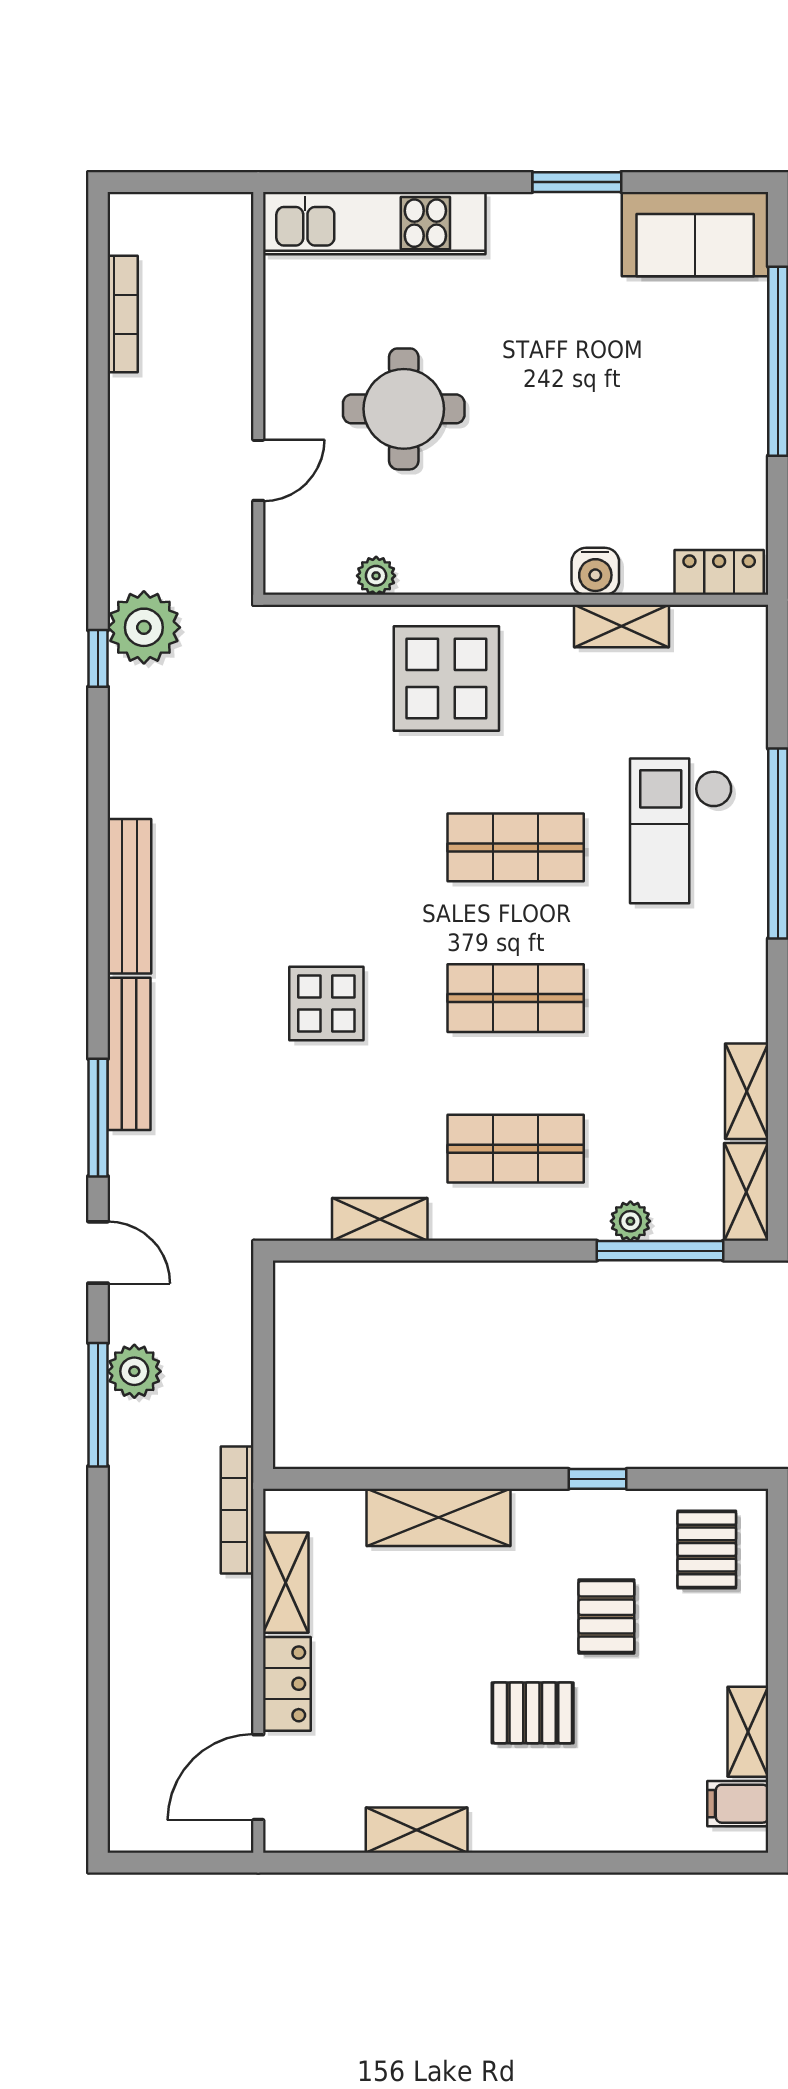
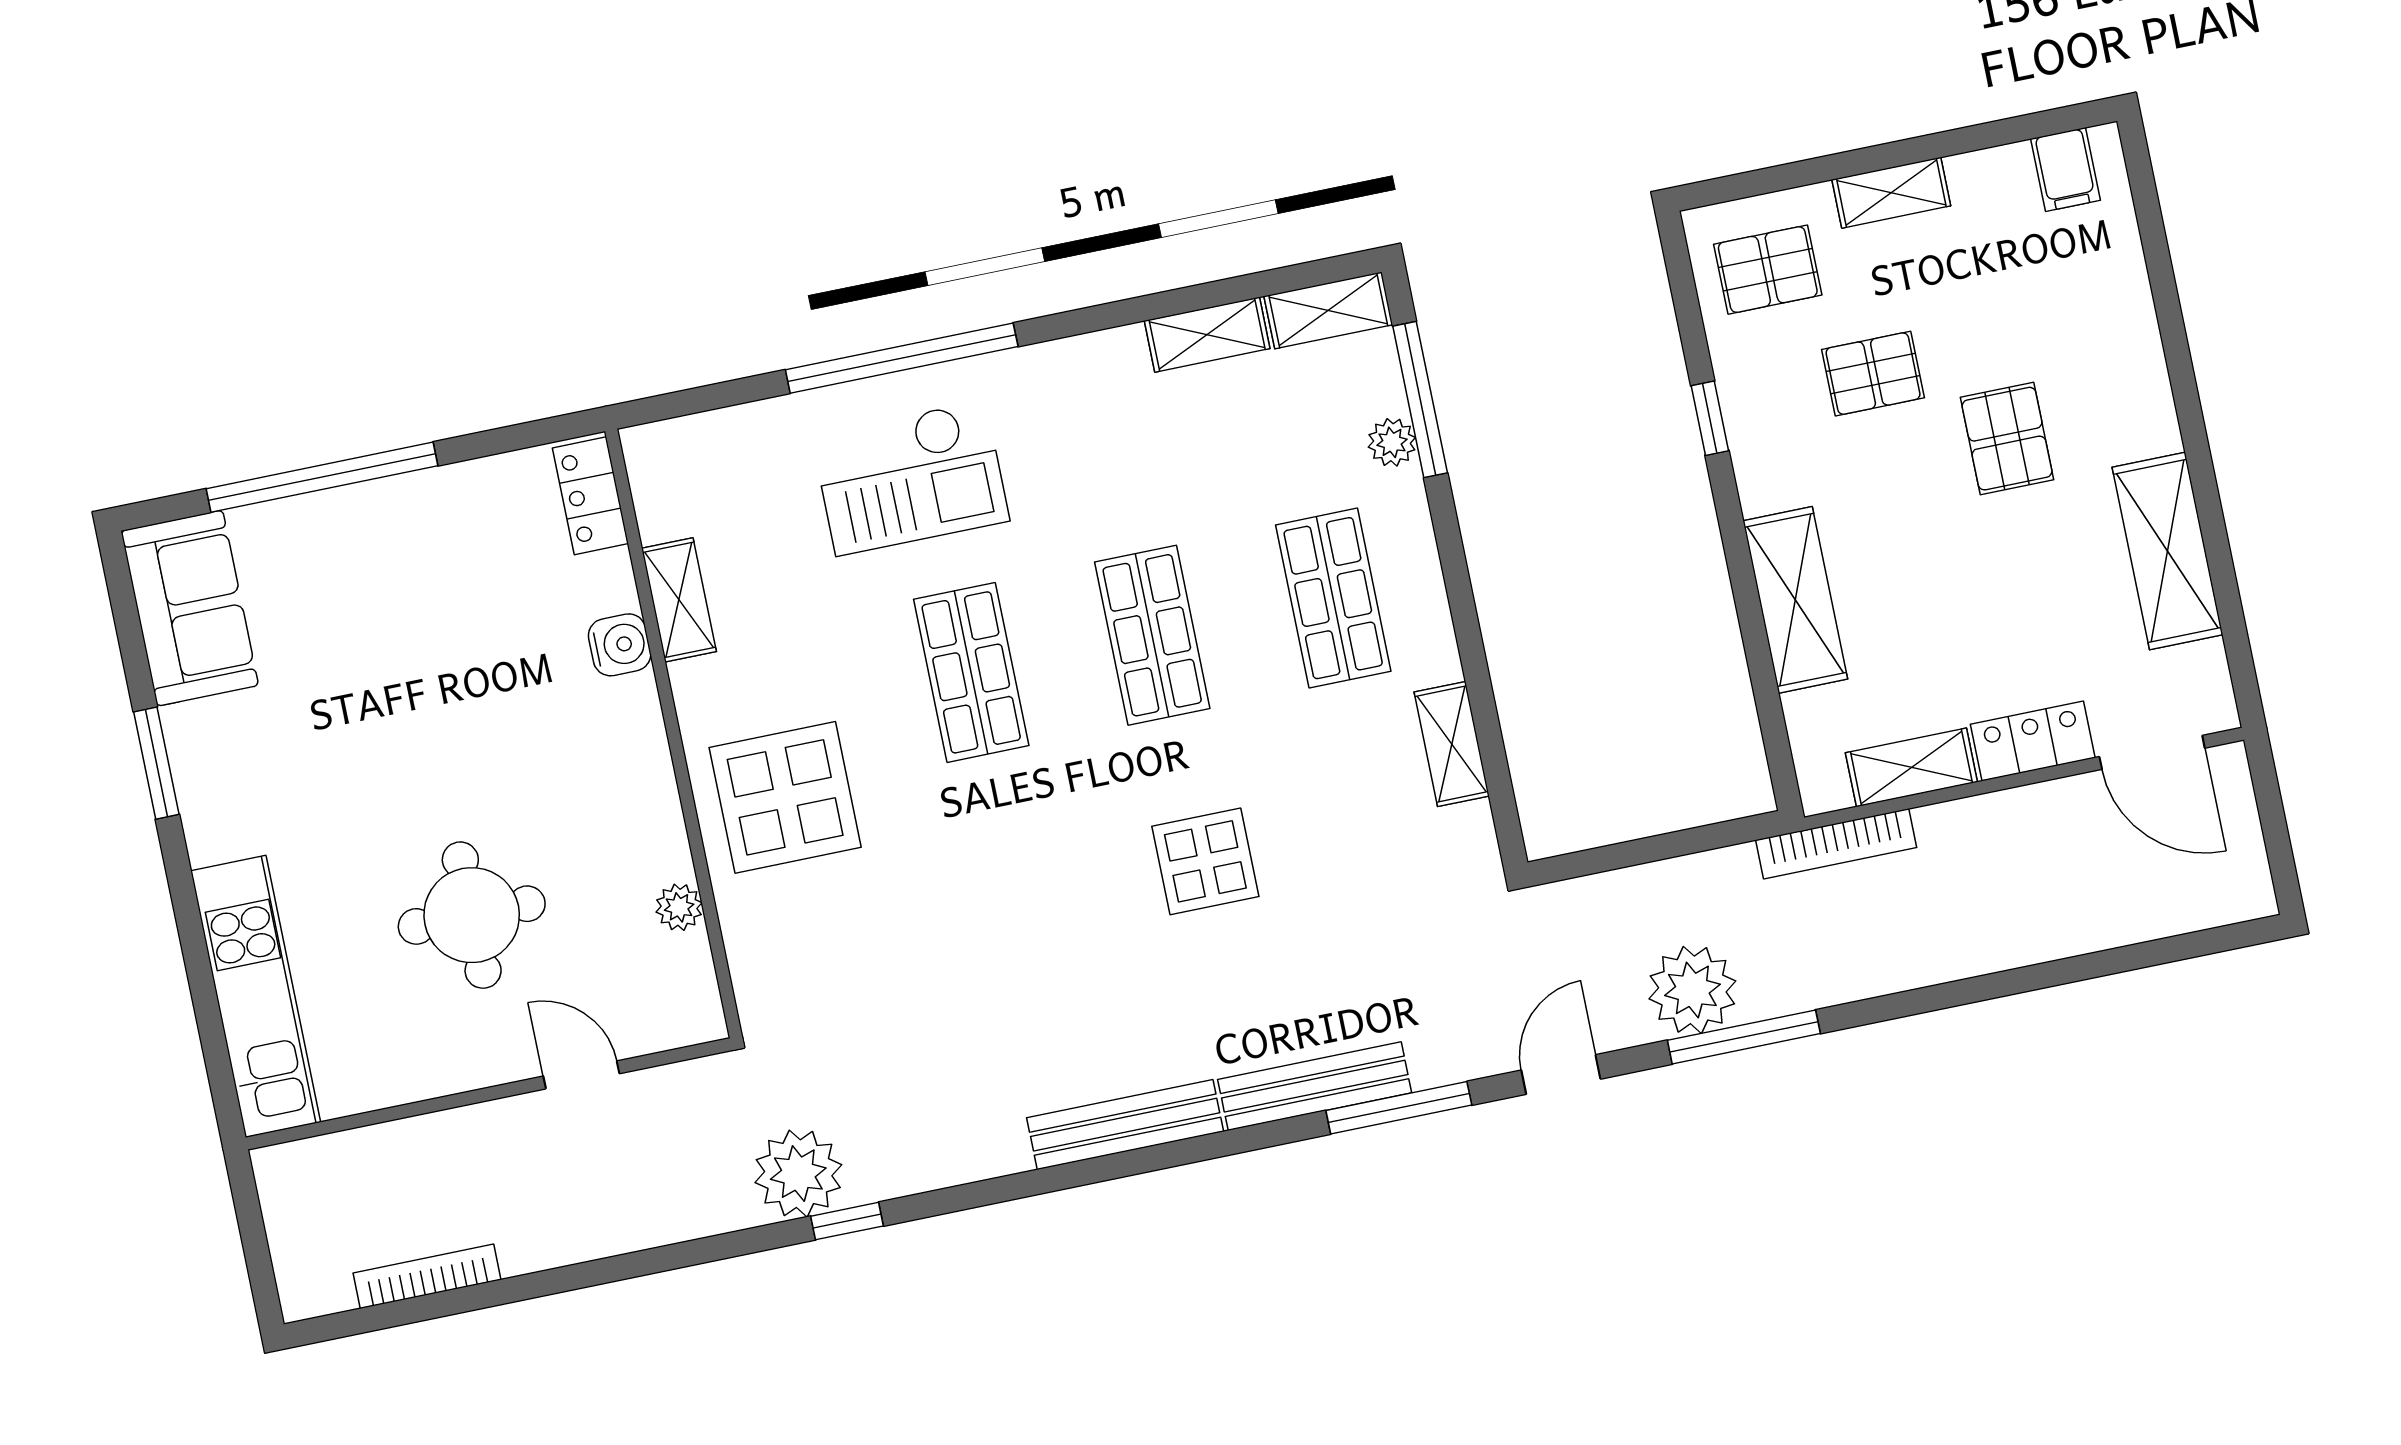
plant: (134, 1371) -> (1692, 990), width x1.36, depth x1.36
shelving: (748, 1732) -> (1891, 193), moved
shelving: (417, 1830) -> (2167, 551), width x1.50, depth x1.33

